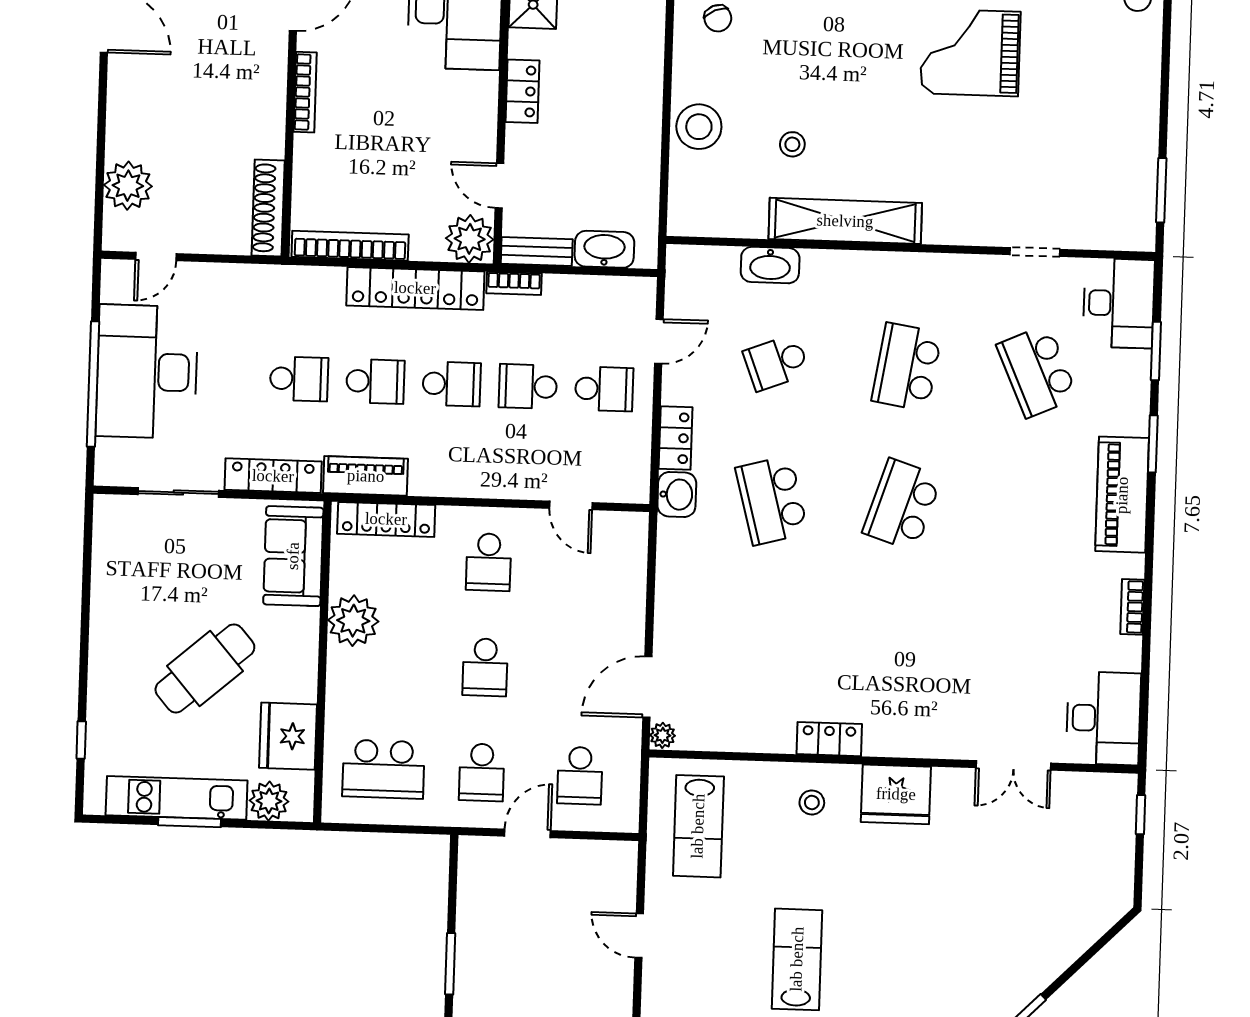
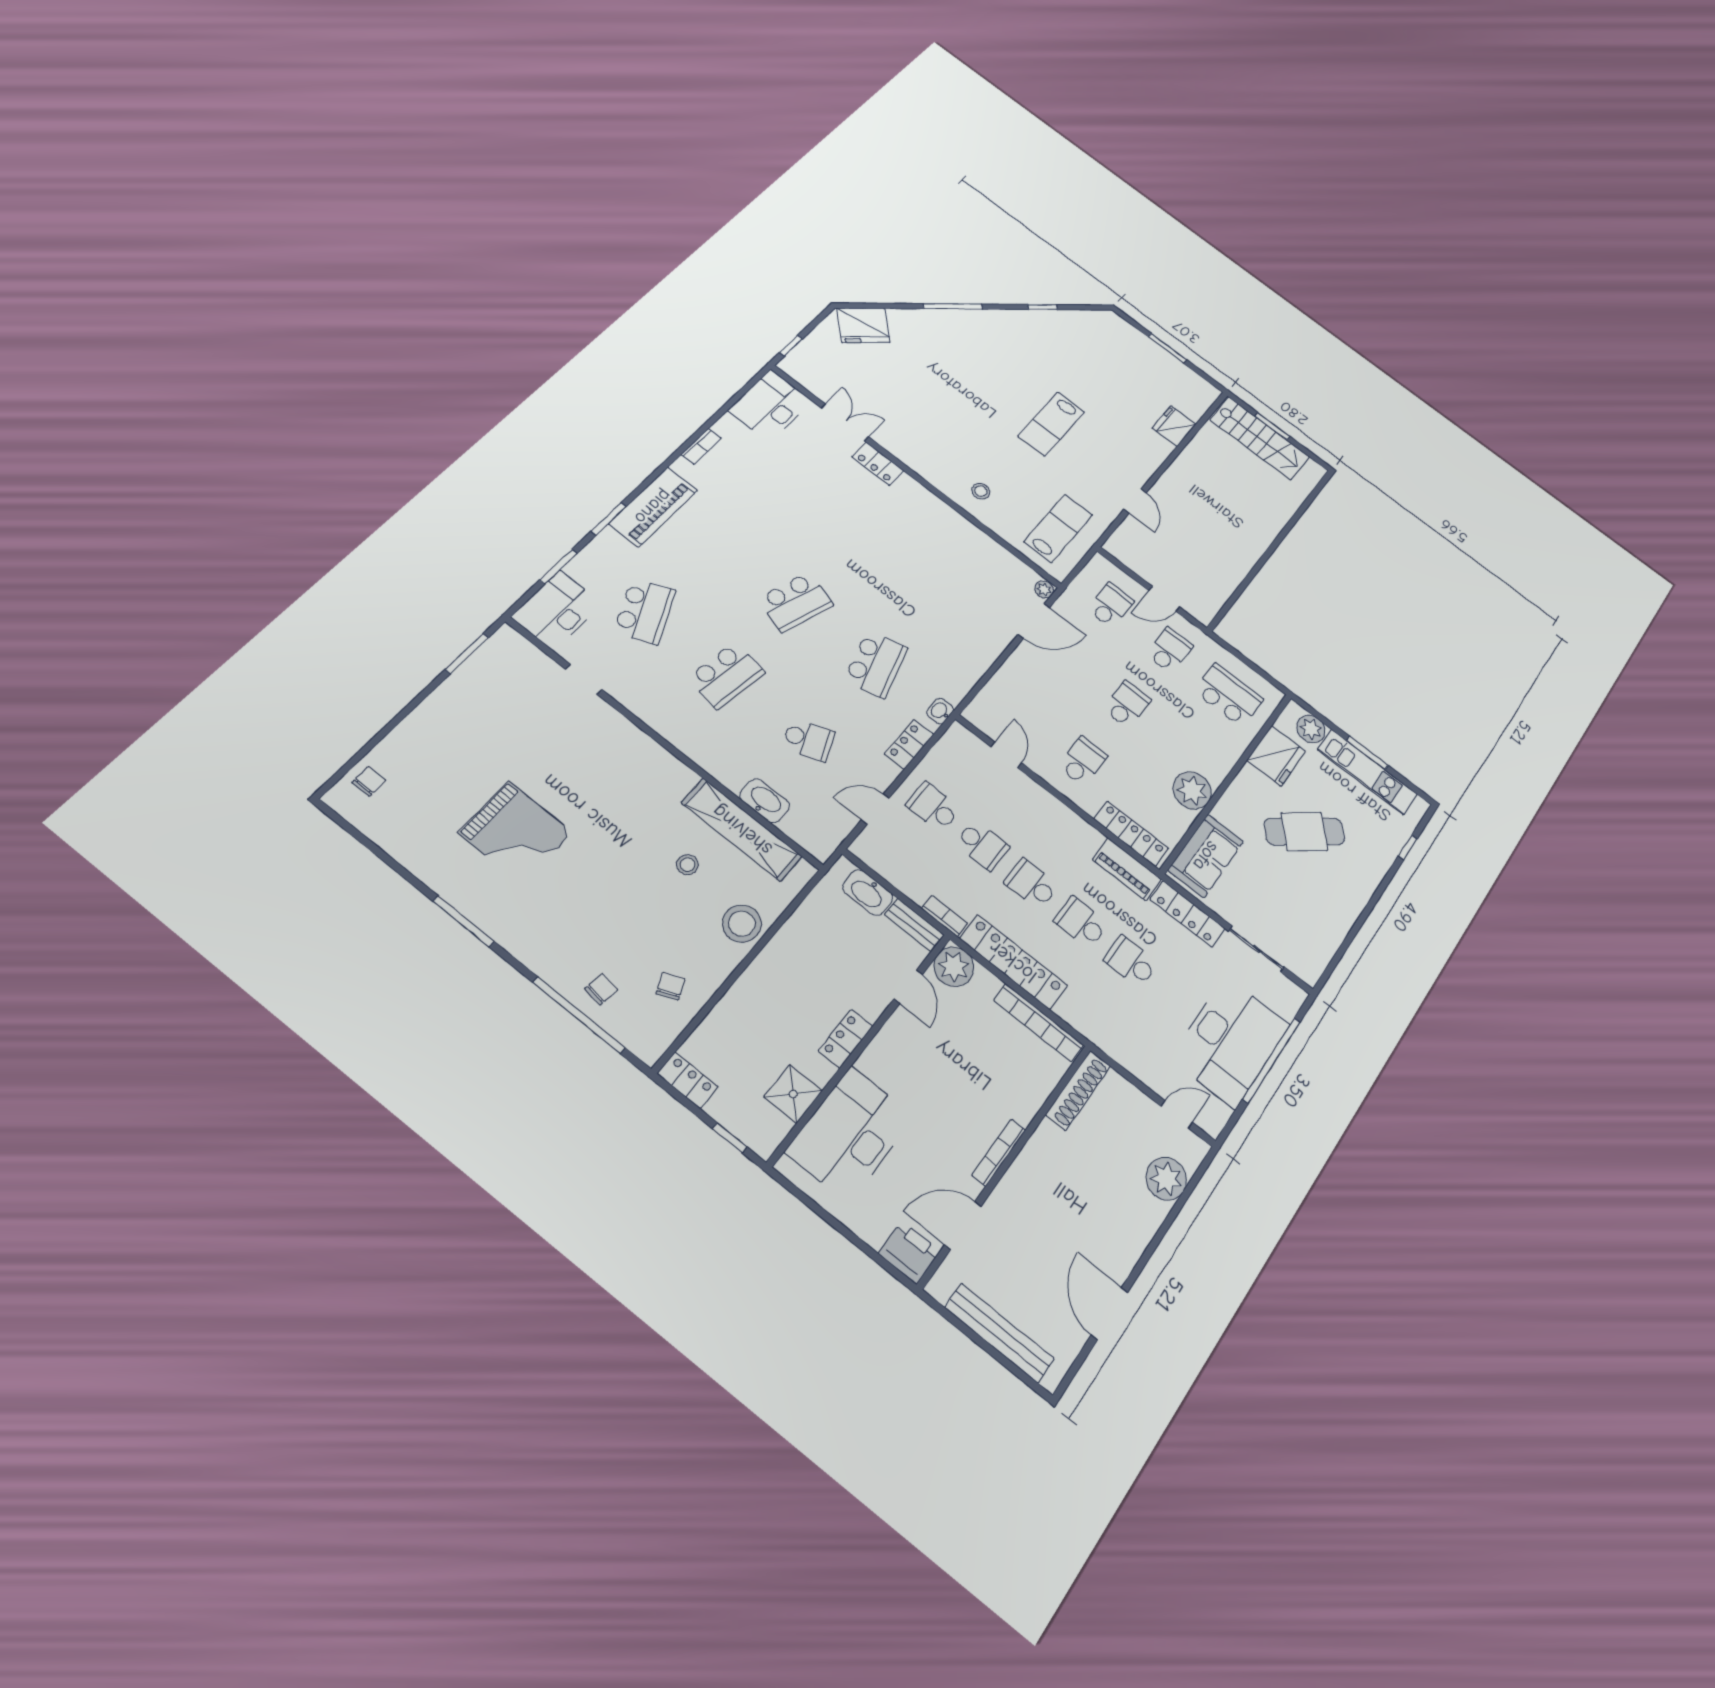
shelving: (845, 221) -> (742, 830), moved
washbasin: (677, 494) -> (940, 711), width x0.72, depth x0.69
locker: (829, 739) -> (878, 464), moved
fridge: (896, 794) -> (863, 325), moved, turned 135
window: (450, 964) -> (1257, 567), removed

